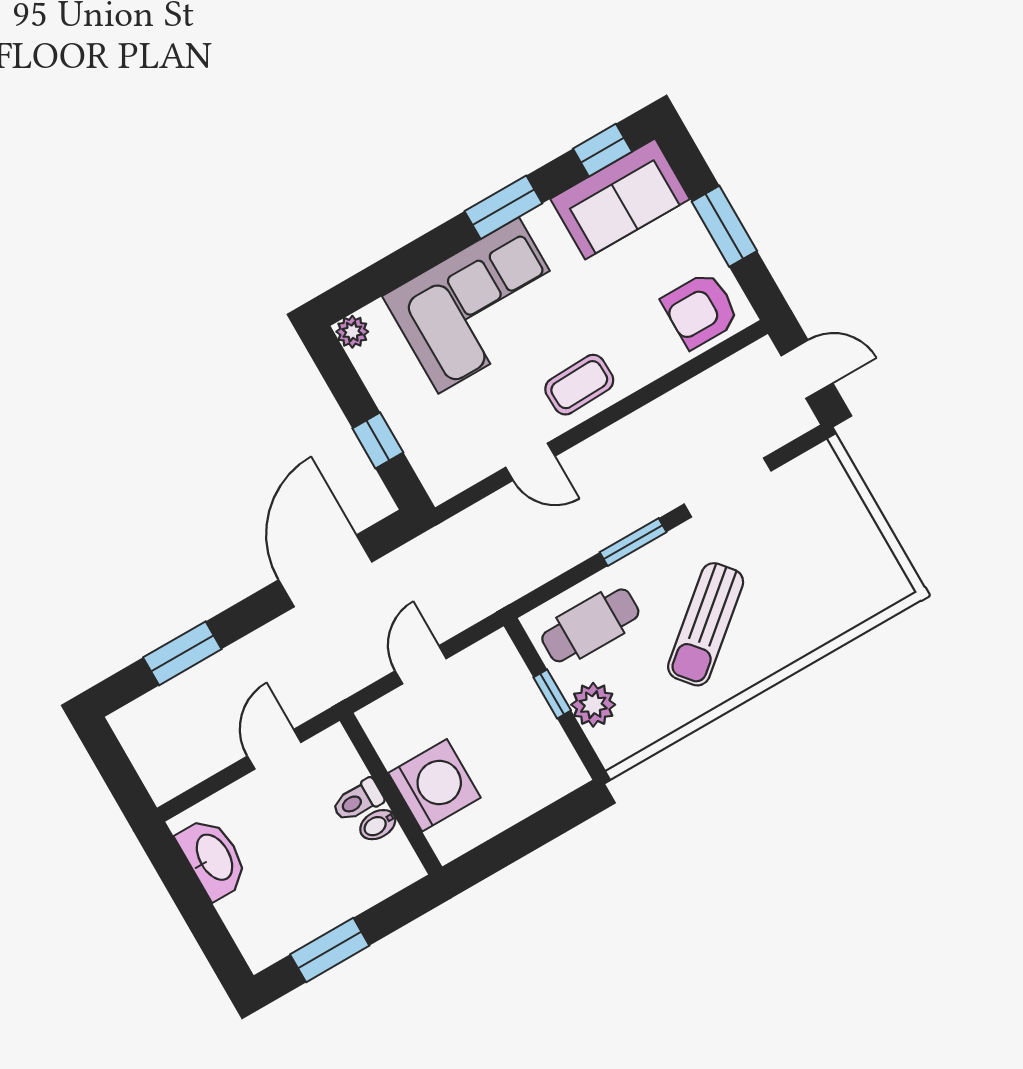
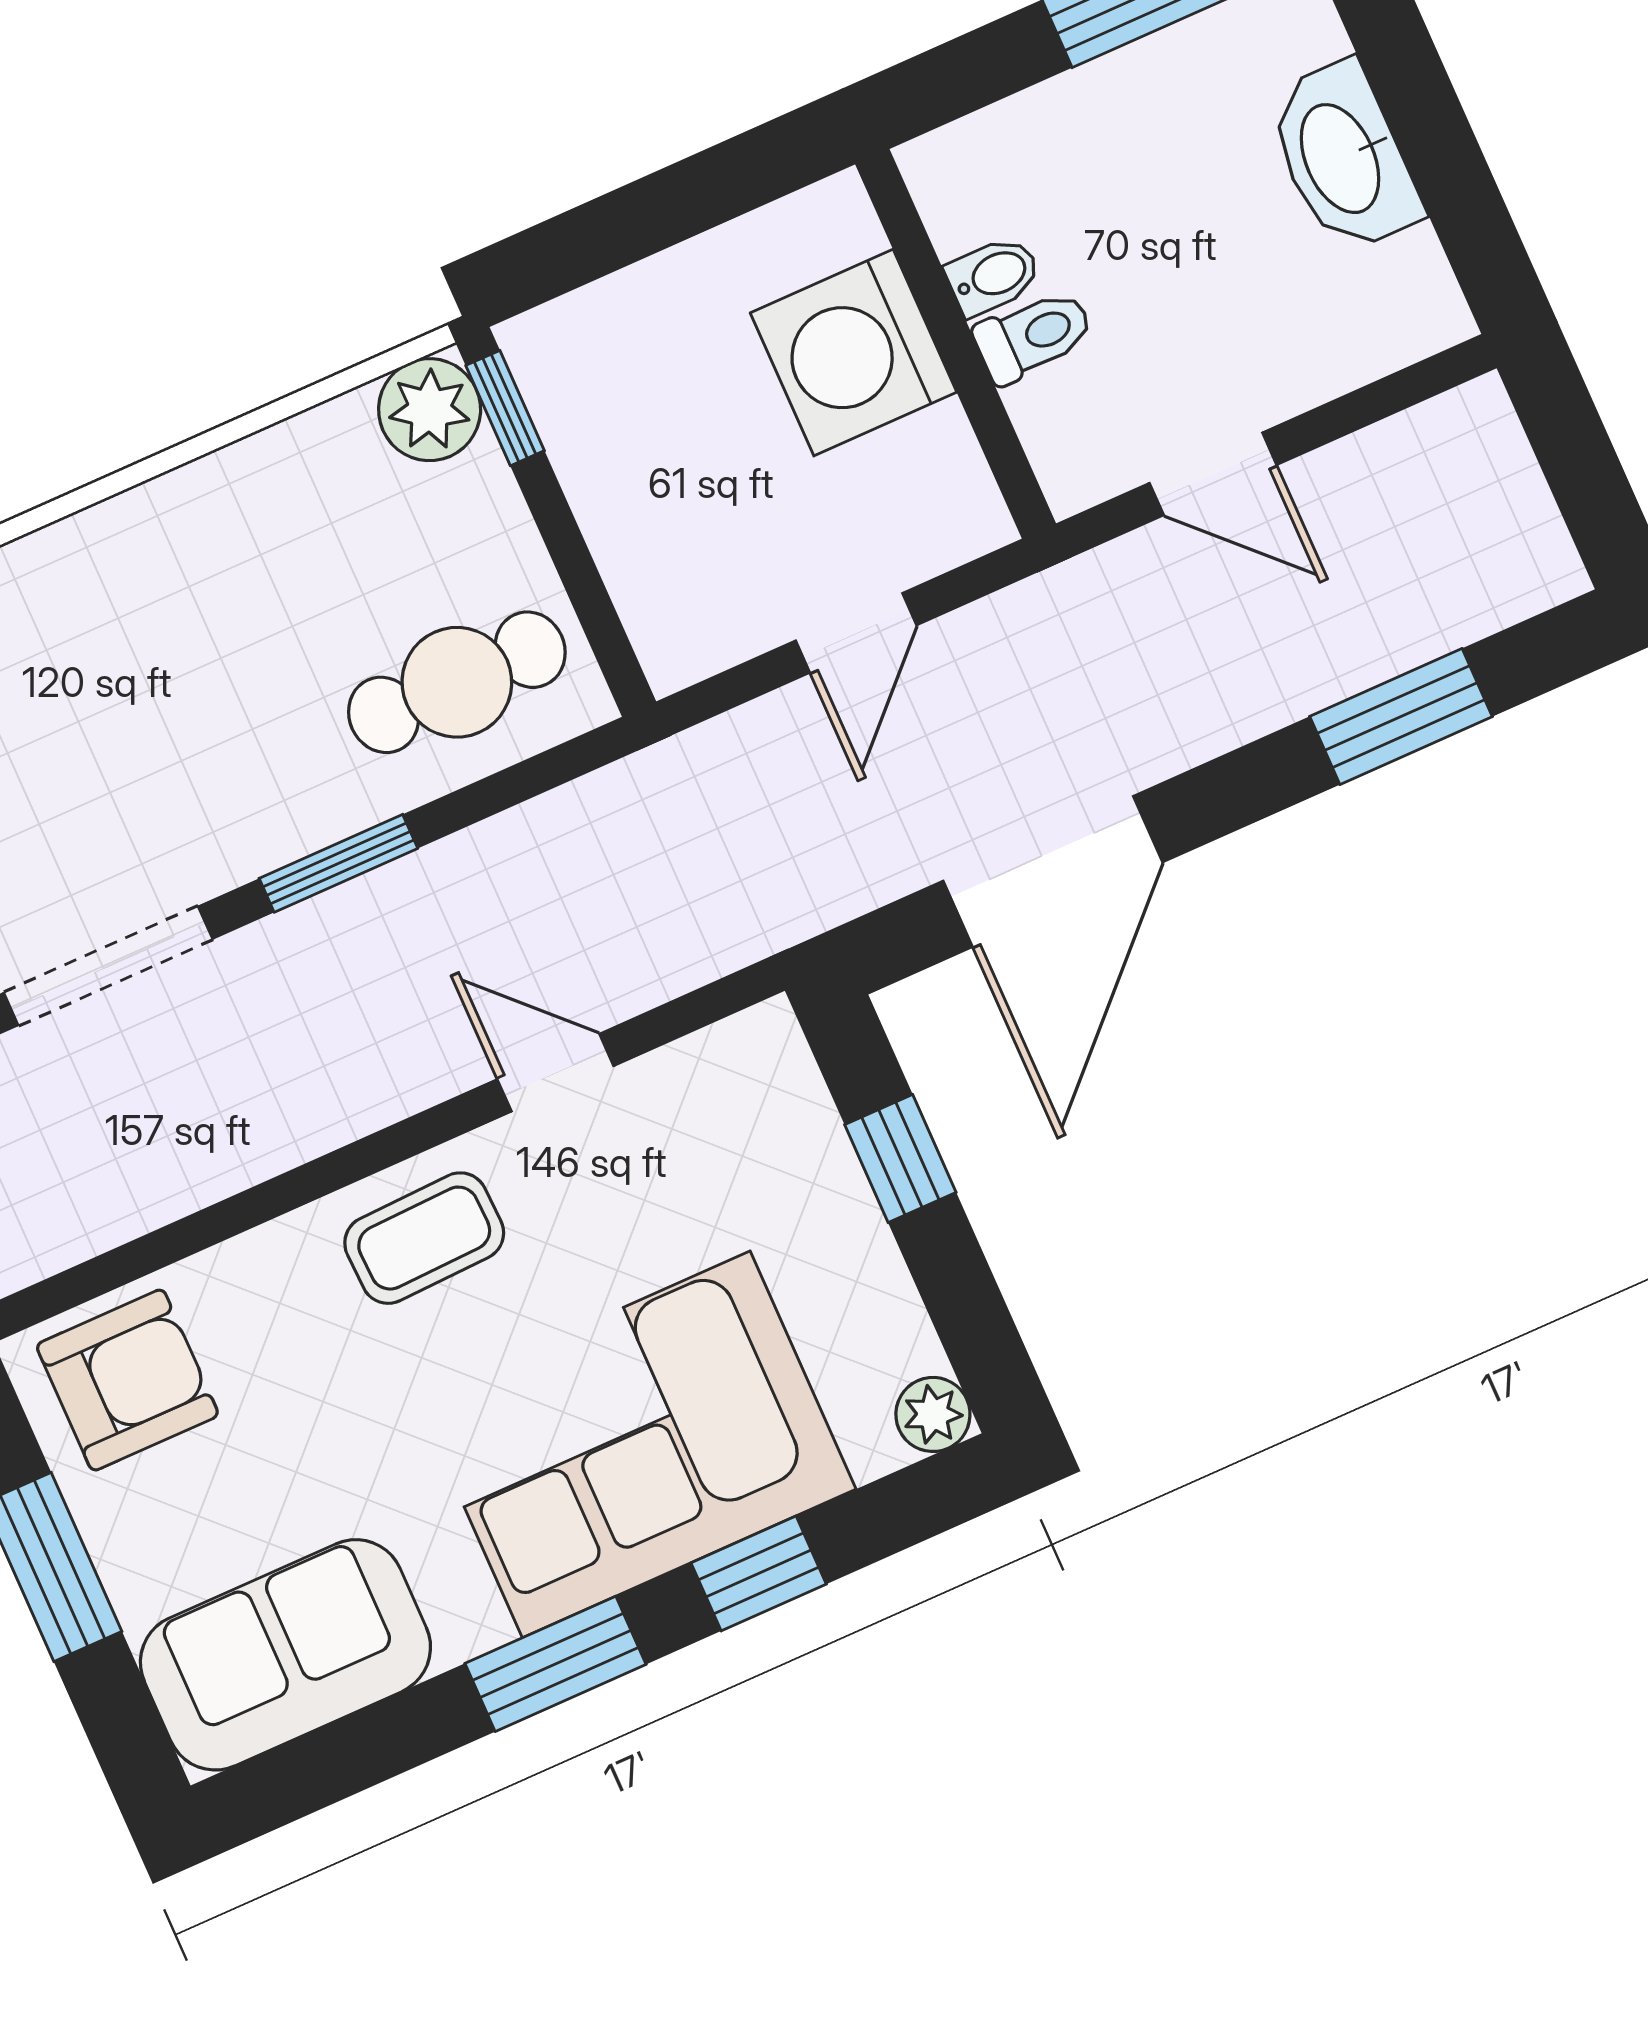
window: (602, 150) -> (759, 1573), moved
sun lounger: (706, 624) -> (192, 657), removed
window: (552, 694) -> (505, 408), moved
plant: (593, 705) -> (430, 410), moved
door: (274, 749) -> (1213, 474), hinge flipped
washbasin: (213, 858) -> (1343, 157), moved

